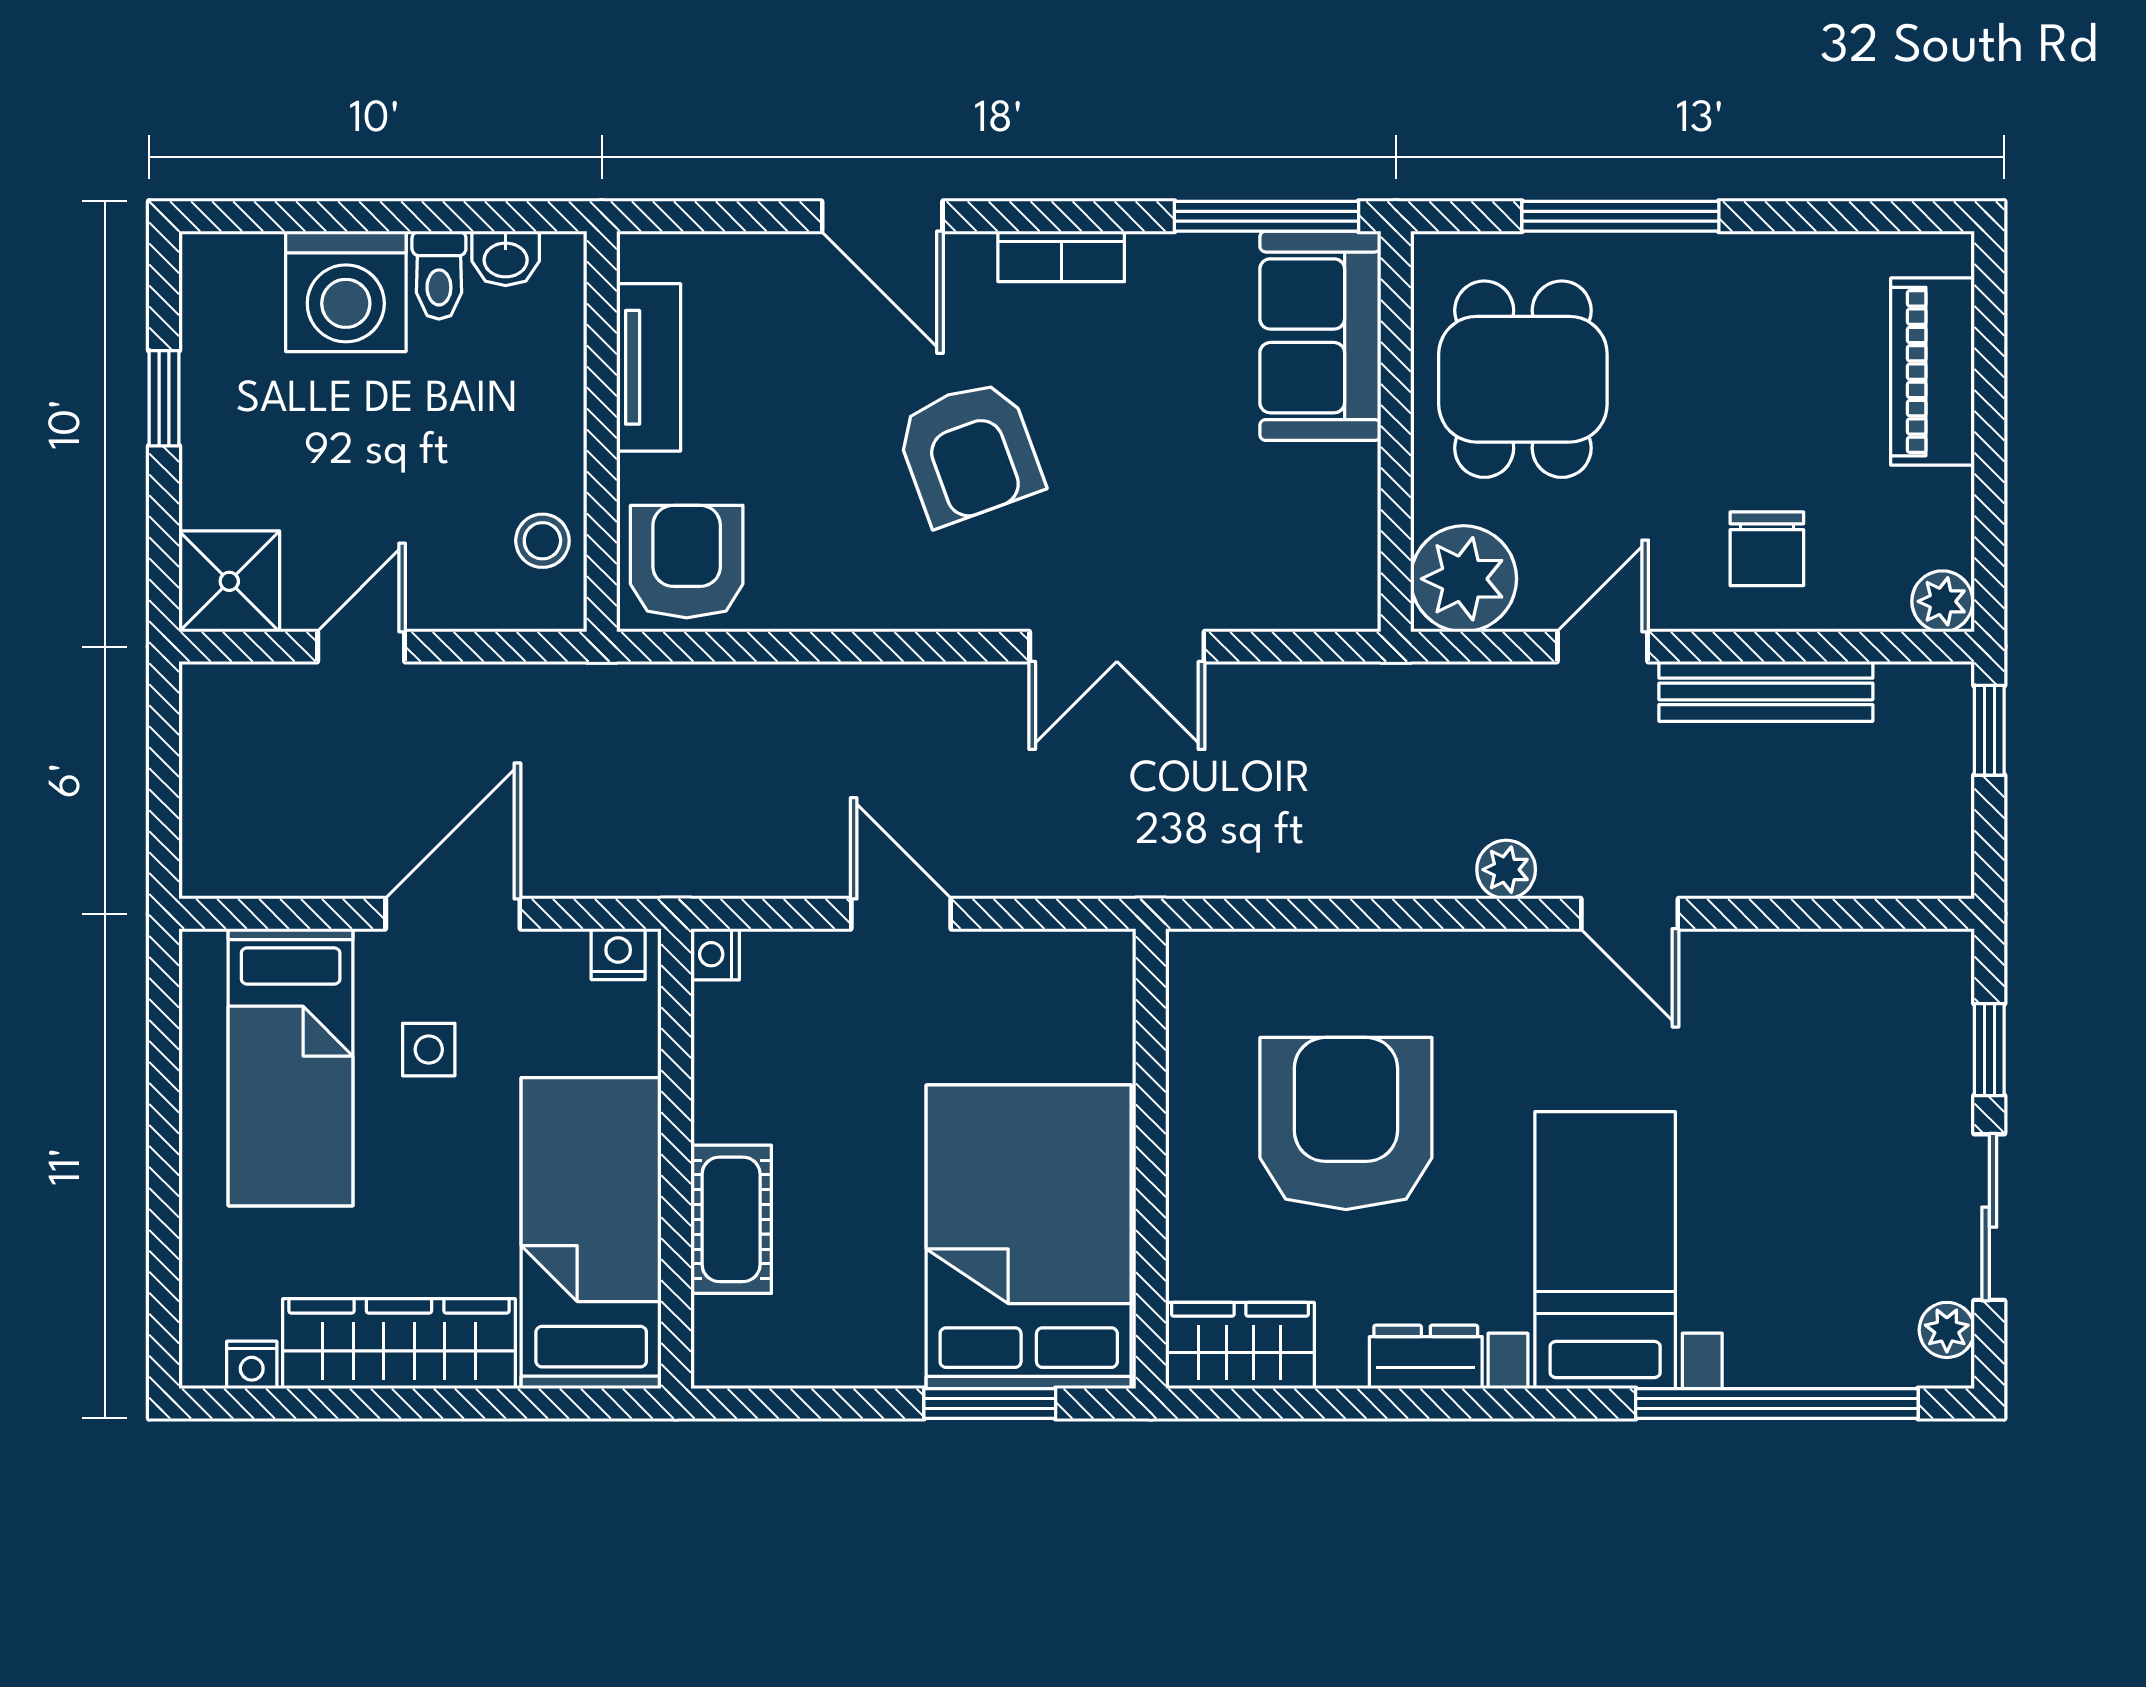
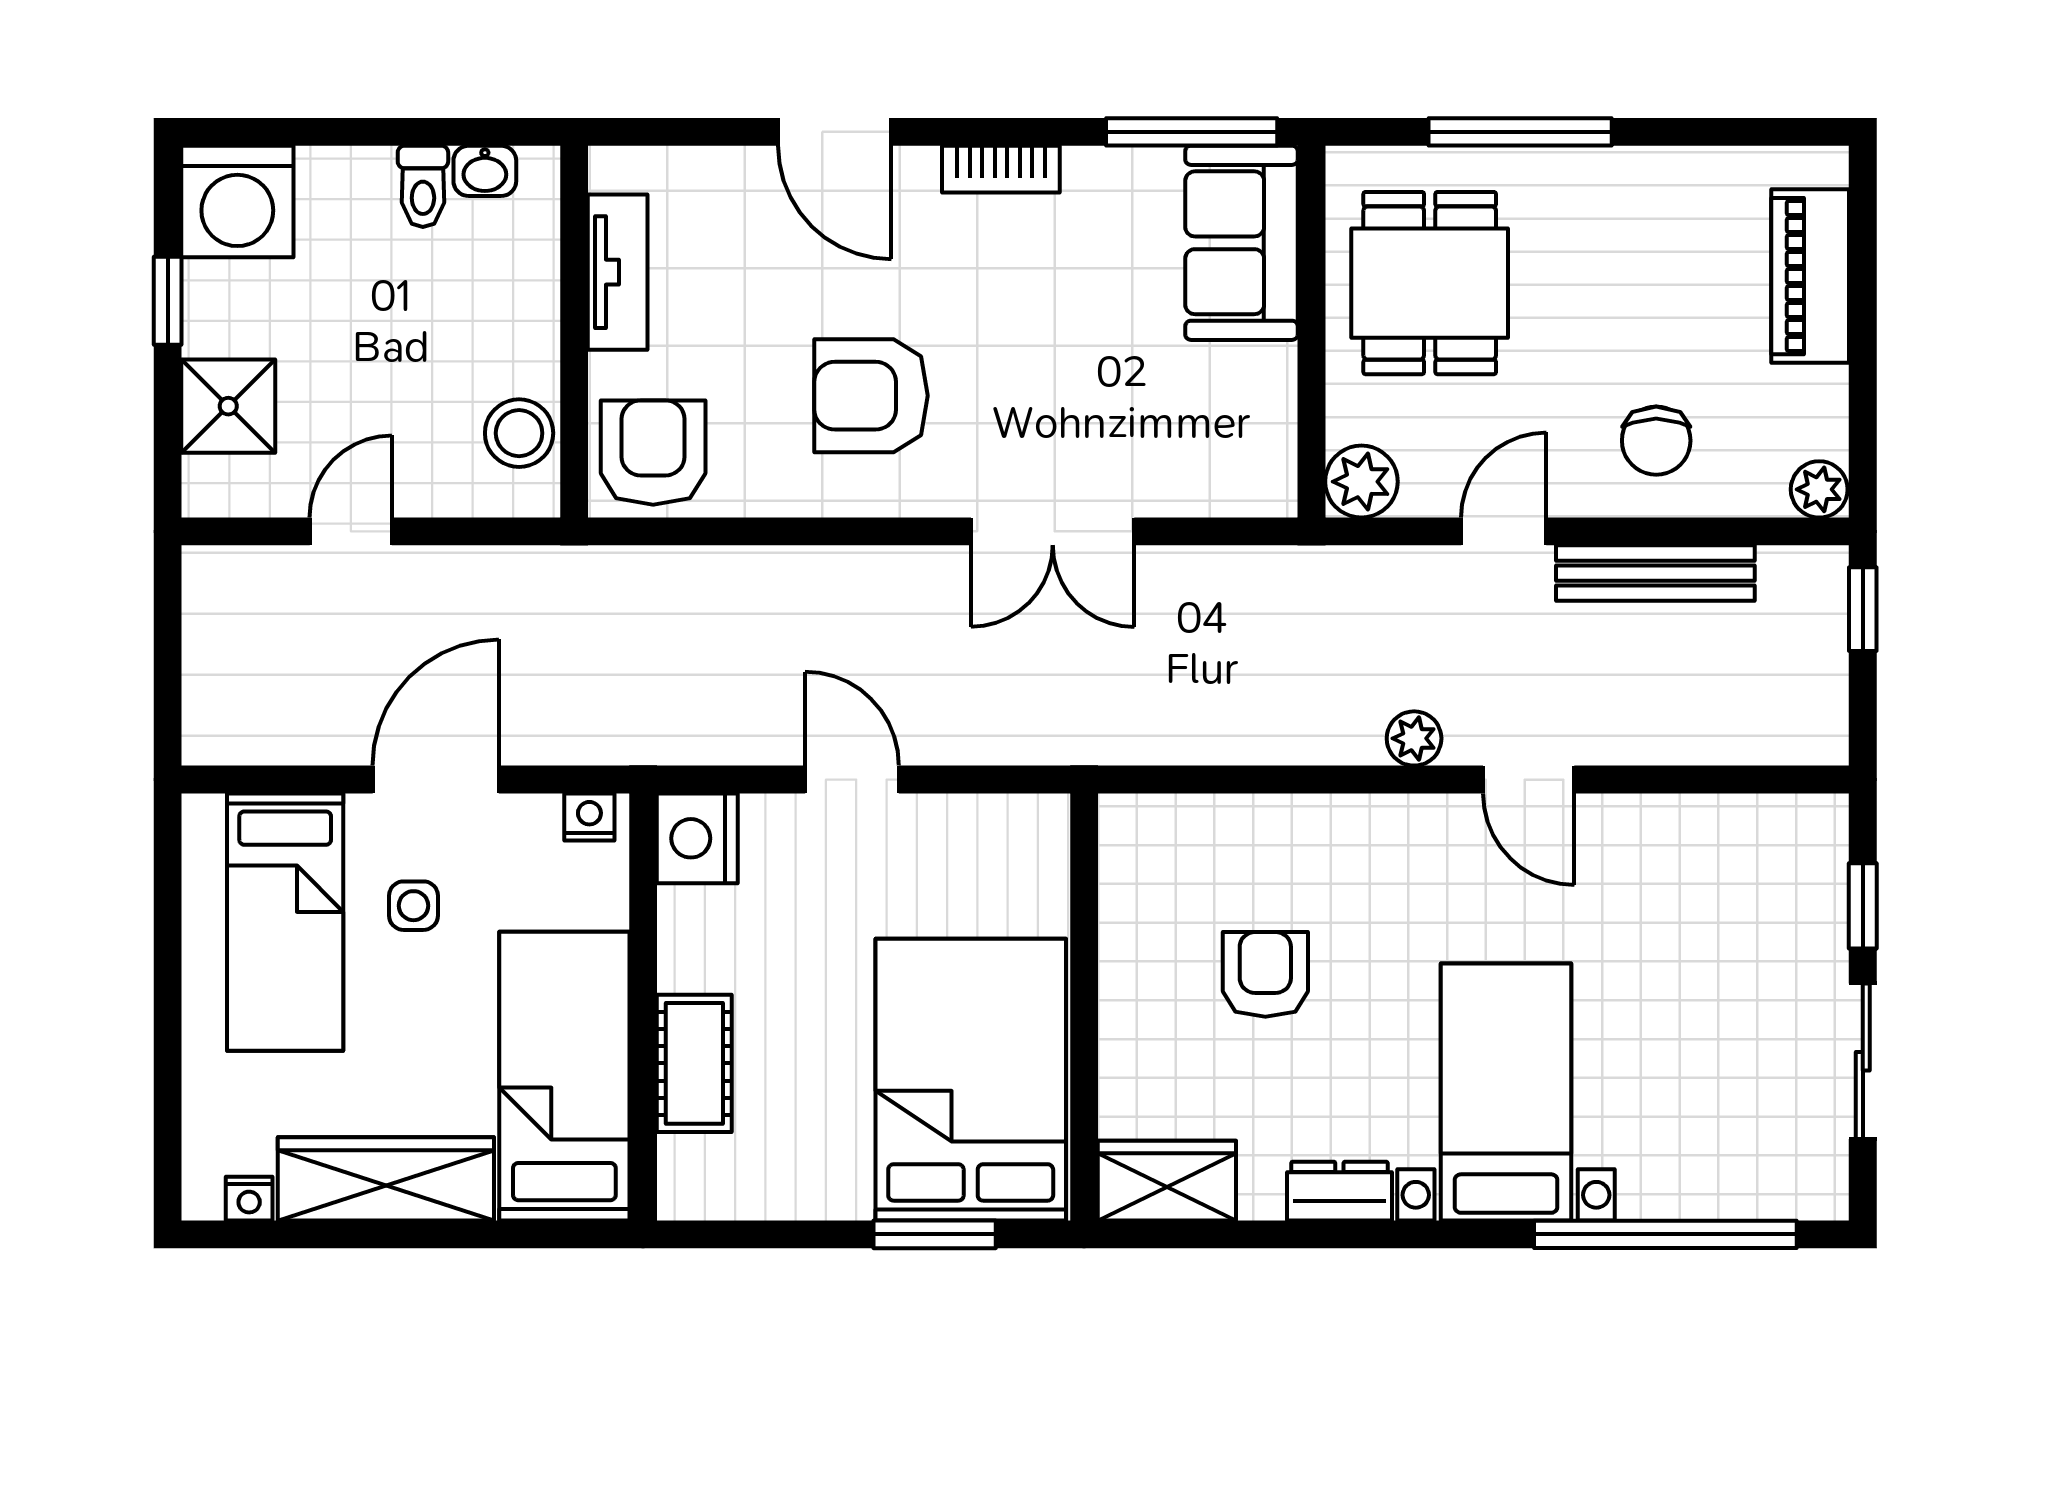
washing machine: (346, 291) -> (237, 201), moved
armchair: (969, 452) -> (871, 396), moved, turned 110
stool: (542, 541) -> (519, 433), width x1.37, depth x1.37
plant: (1464, 579) -> (1361, 482), width x0.73, depth x0.73
shower: (229, 581) -> (228, 406), moved
nightstand: (715, 954) -> (697, 838), width x1.89, depth x1.79
armchair: (1346, 1124) -> (1265, 974), width x0.53, depth x0.53
plant: (1947, 1330) -> (1823, 1166), removed

